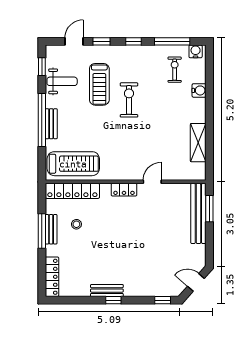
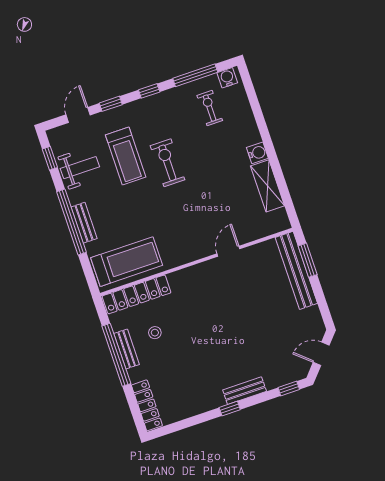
water cooler: (199, 90) -> (257, 153), moved
locker: (124, 190) -> (198, 272), removed
window: (42, 231) -> (116, 355), width x1.46
bench: (107, 291) -> (245, 391), moved

